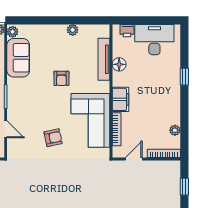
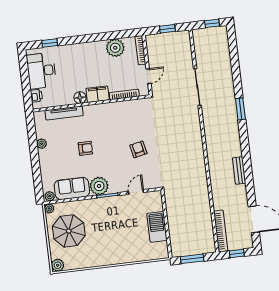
floor lamp: (119, 64) -> (80, 98), moved
window: (184, 77) -> (50, 43), moved
plant: (17, 89) -> (99, 186), added
corner sofa: (90, 120) -> (119, 118), removed
plant: (175, 130) -> (115, 48), width x1.87, depth x1.87
door: (134, 159) -> (149, 76), swing flipped

